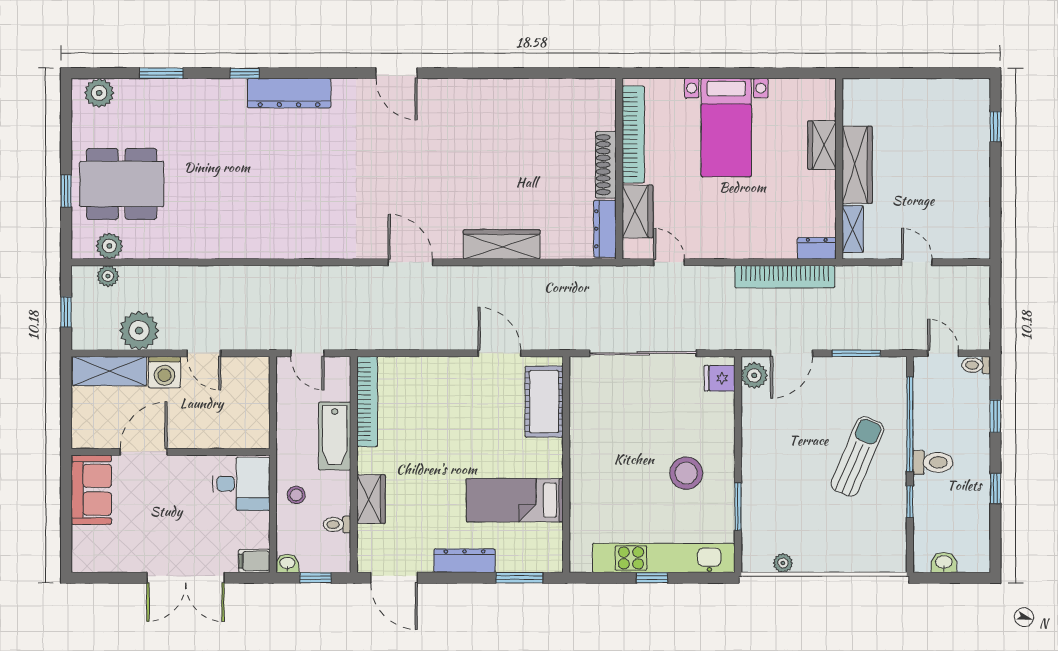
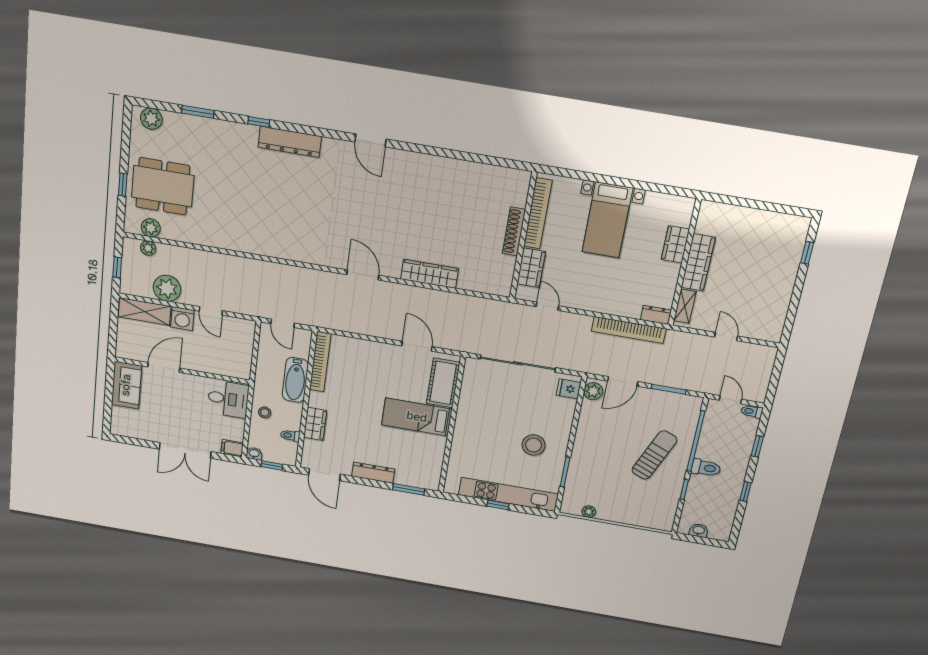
dresser: (605, 229) -> (506, 276), removed
bed: (515, 500) -> (417, 417), moved

